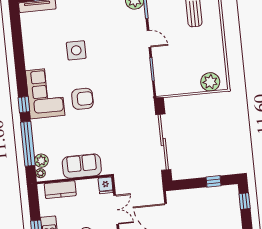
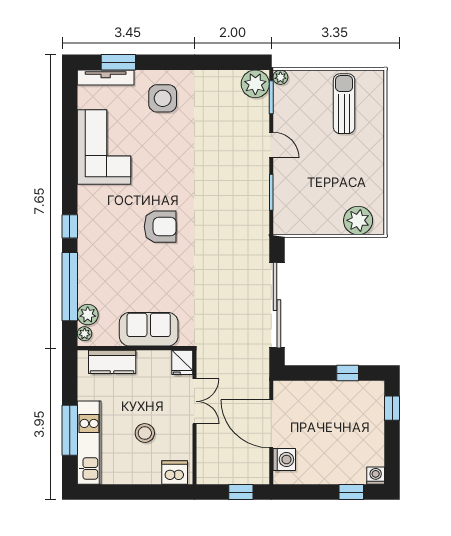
side table: (76, 50) -> (163, 98), moved
corner sofa: (45, 93) -> (104, 147), moved

